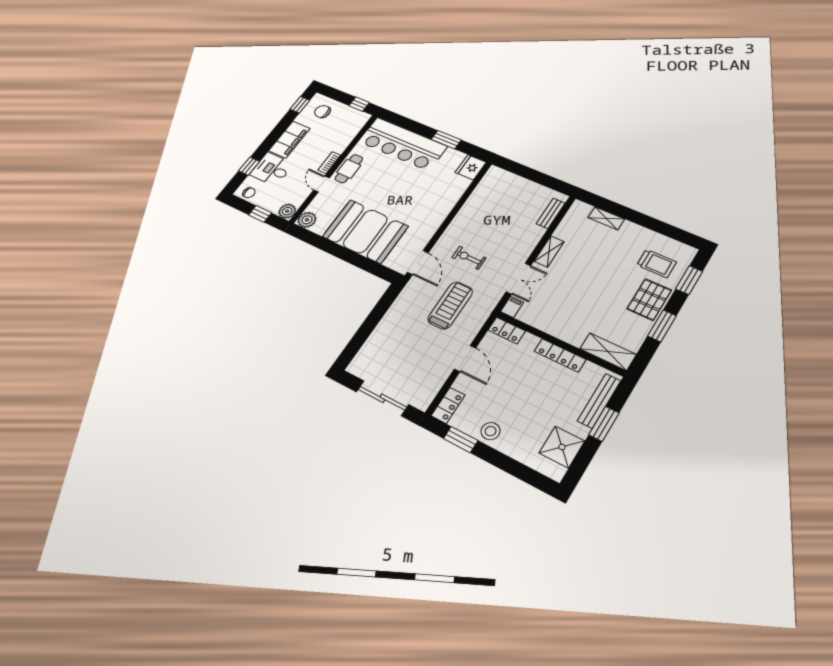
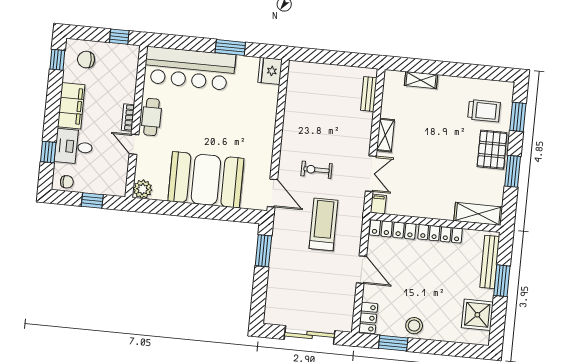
plant: (287, 211) -> (117, 187), removed
window: (382, 307) -> (263, 251), added
locker: (507, 331) -> (393, 229), width x1.53

